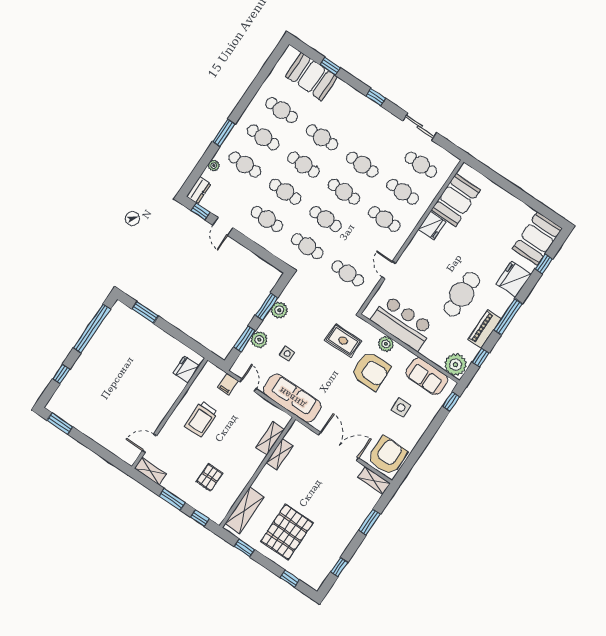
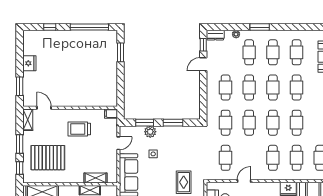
plant: (279, 310) -> (176, 132), removed
fridge: (186, 370) -> (29, 63), moved, turned 90
filing cabinet: (228, 384) -> (111, 114), moved
window: (60, 424) -> (20, 86), moved
pallet: (210, 477) -> (48, 158), width x2.05, depth x2.00

